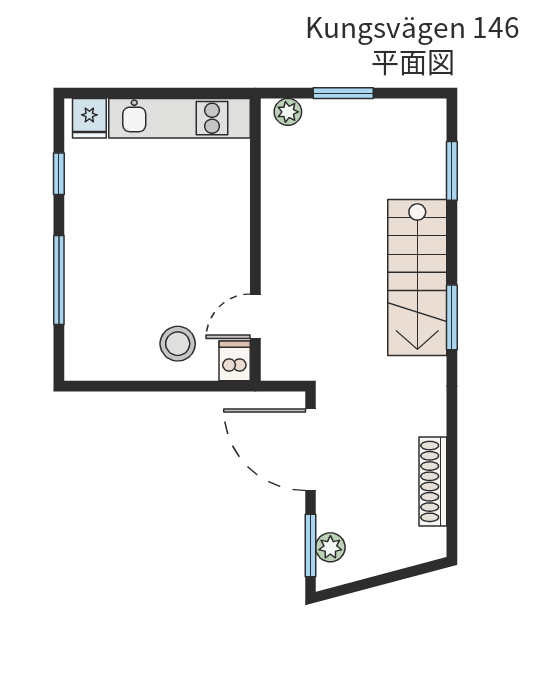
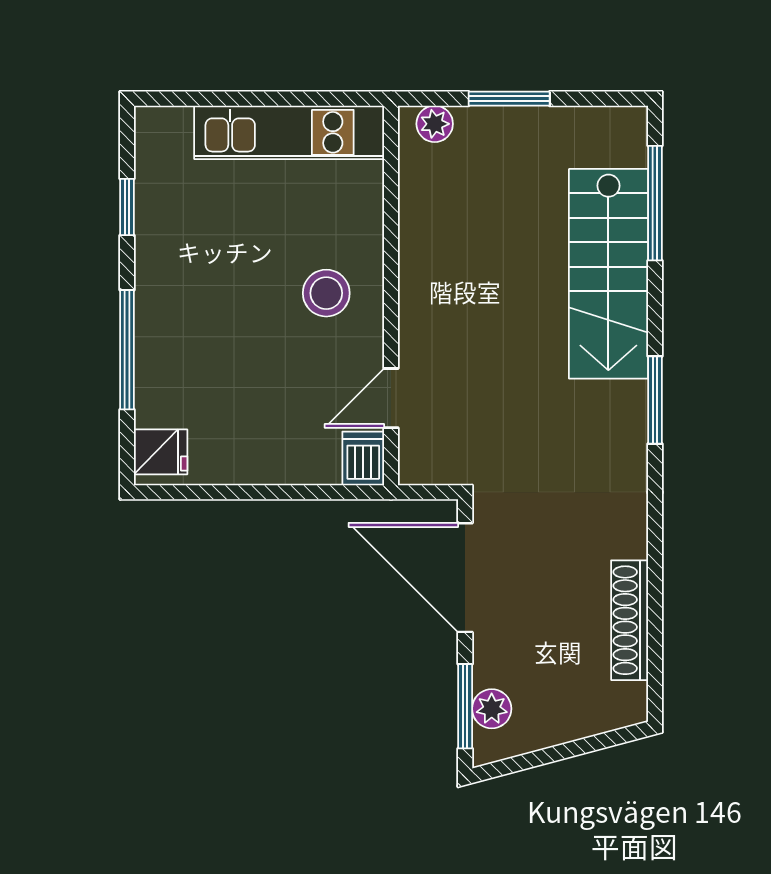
fridge: (89, 118) -> (161, 452), moved, turned -90
window: (452, 171) -> (655, 203), width x1.44
stairs: (417, 278) -> (608, 274), moved
stool: (178, 344) -> (326, 293), moved

